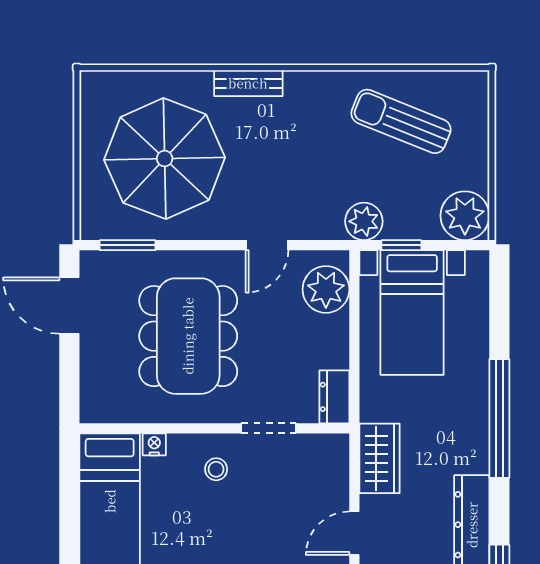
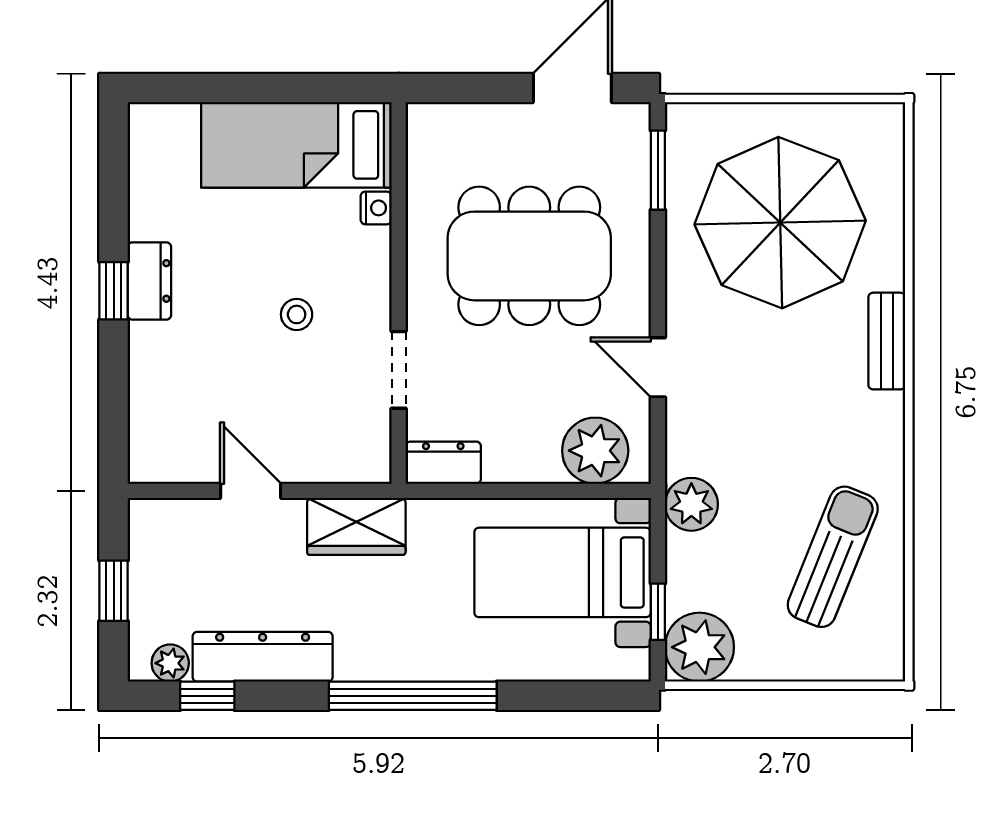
window: (401, 245) -> (658, 612), moved
stool: (216, 469) -> (297, 314), moved

